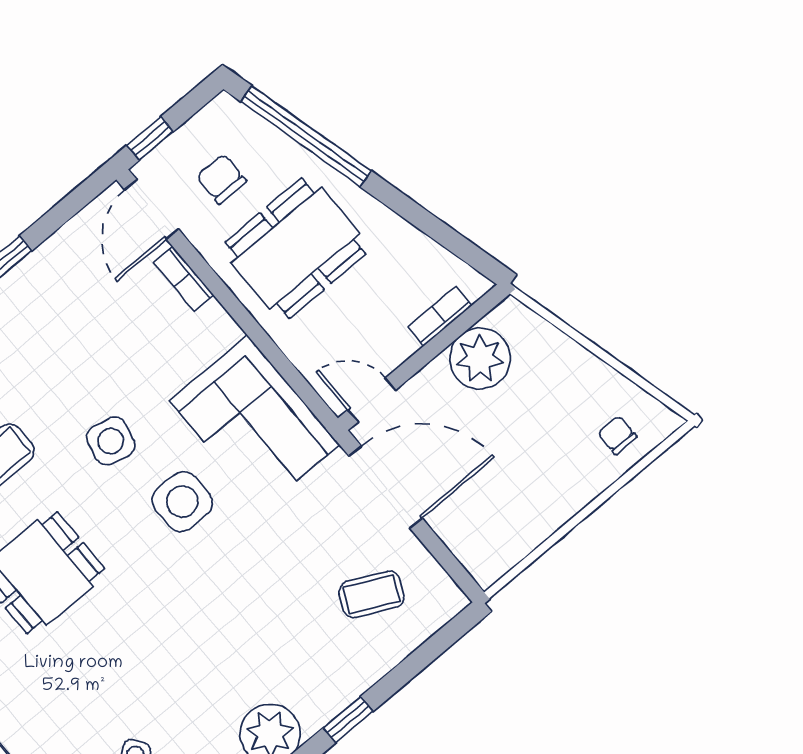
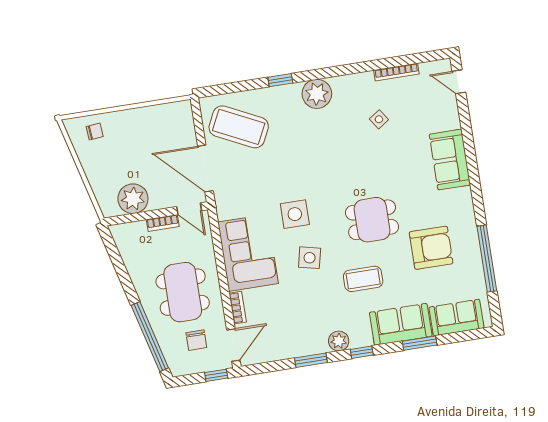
dining table: (295, 248) -> (183, 292), turned 90
bookcase: (440, 316) -> (163, 223), moved
corner sofa: (255, 423) -> (248, 253), moved
chair: (617, 435) -> (95, 132), turned -95
coffee table: (371, 594) -> (239, 127), width x1.86, depth x1.72

